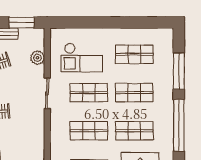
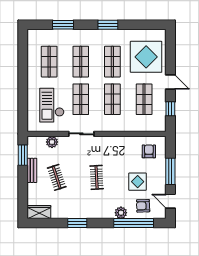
checkout: (82, 58) -> (52, 105), turned 180
window: (179, 71) -> (63, 25), width x0.69
window: (179, 125) -> (108, 25), width x0.47

